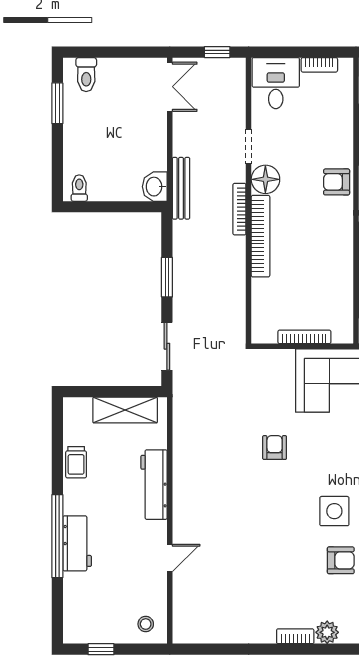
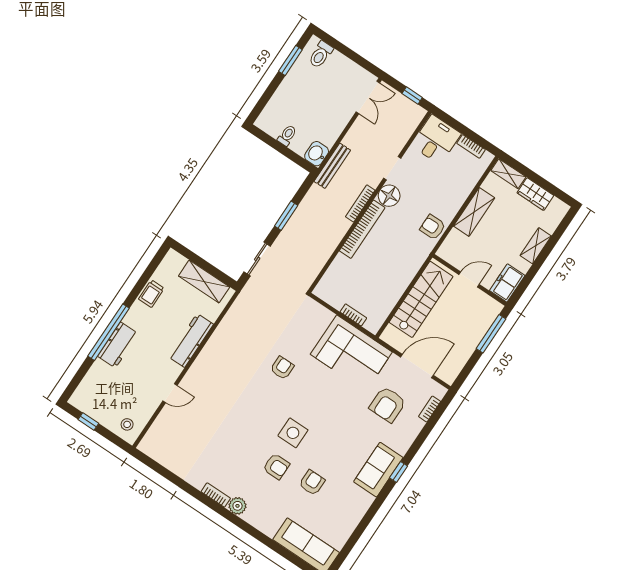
toilet: (79, 188) -> (287, 135), moved
bookcase: (304, 337) -> (353, 315), width x0.64

